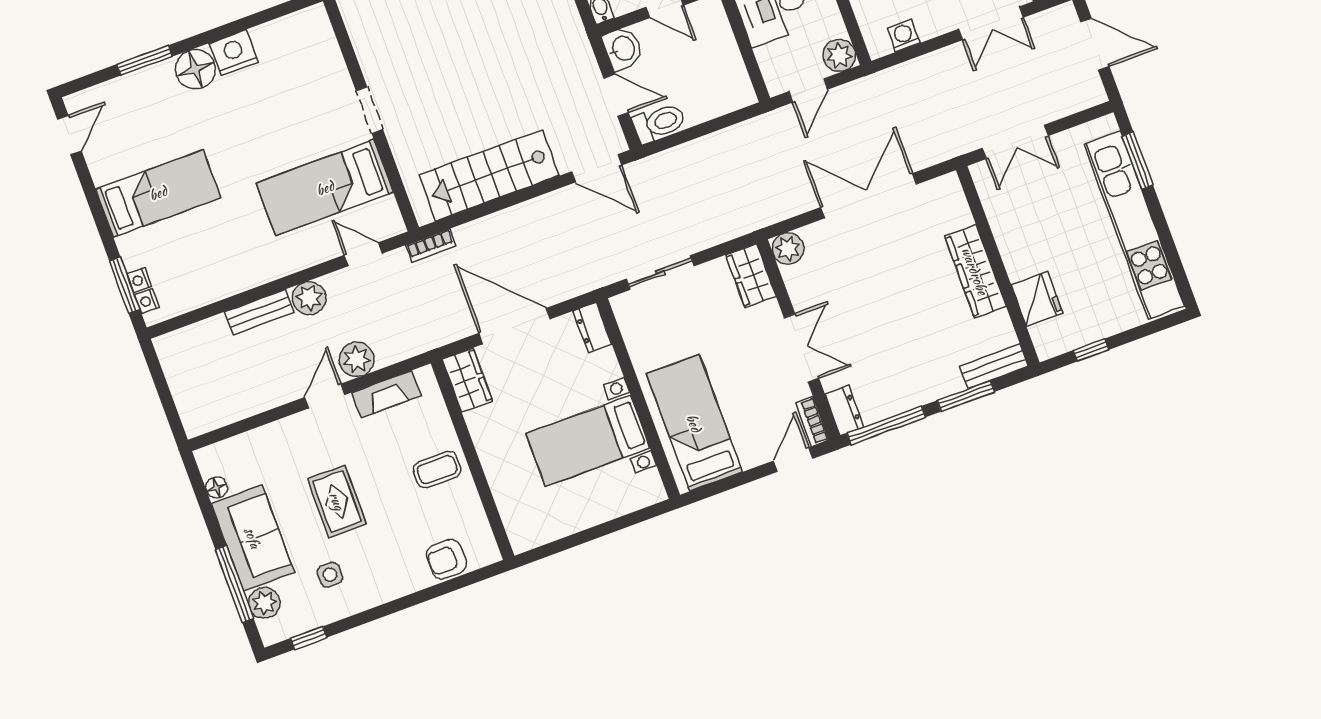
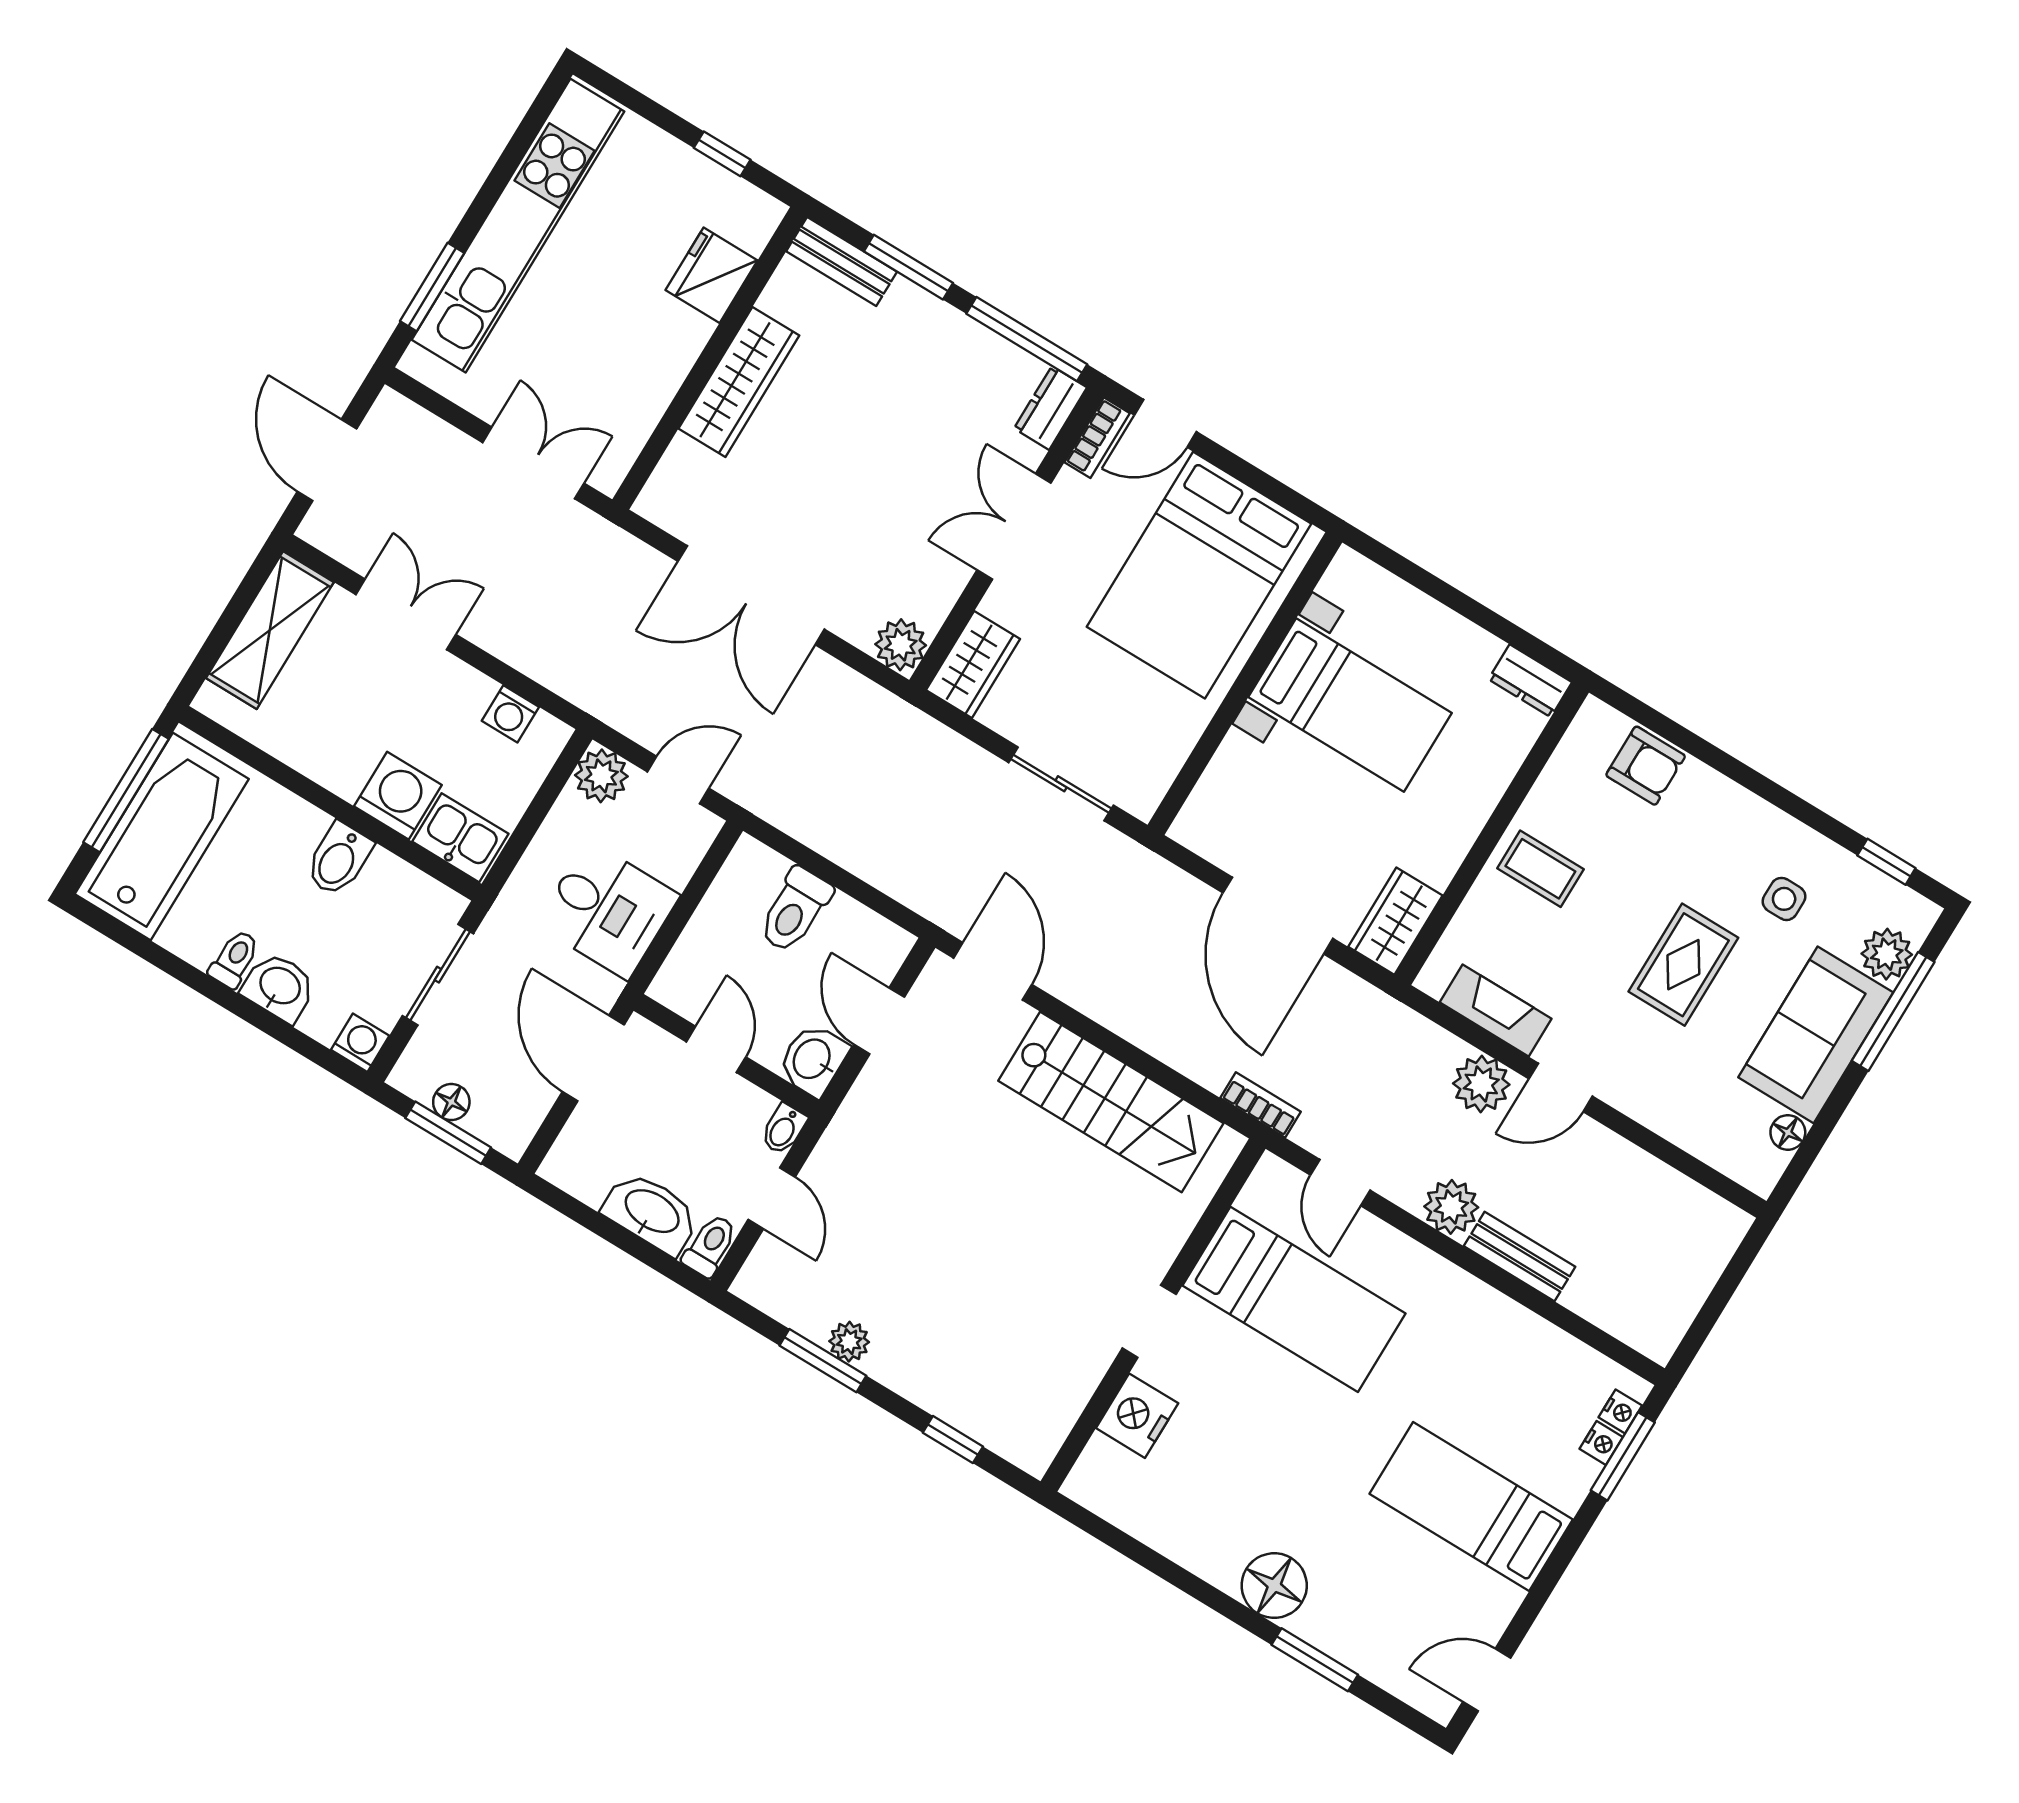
nightstand: (234, 53) -> (1137, 1416), moved, turned 90
toilet: (659, 123) -> (795, 910), moved, turned -90
dresser: (592, 328) -> (1530, 681), moved, turned 90
bed: (694, 423) -> (1199, 575), width x1.50

